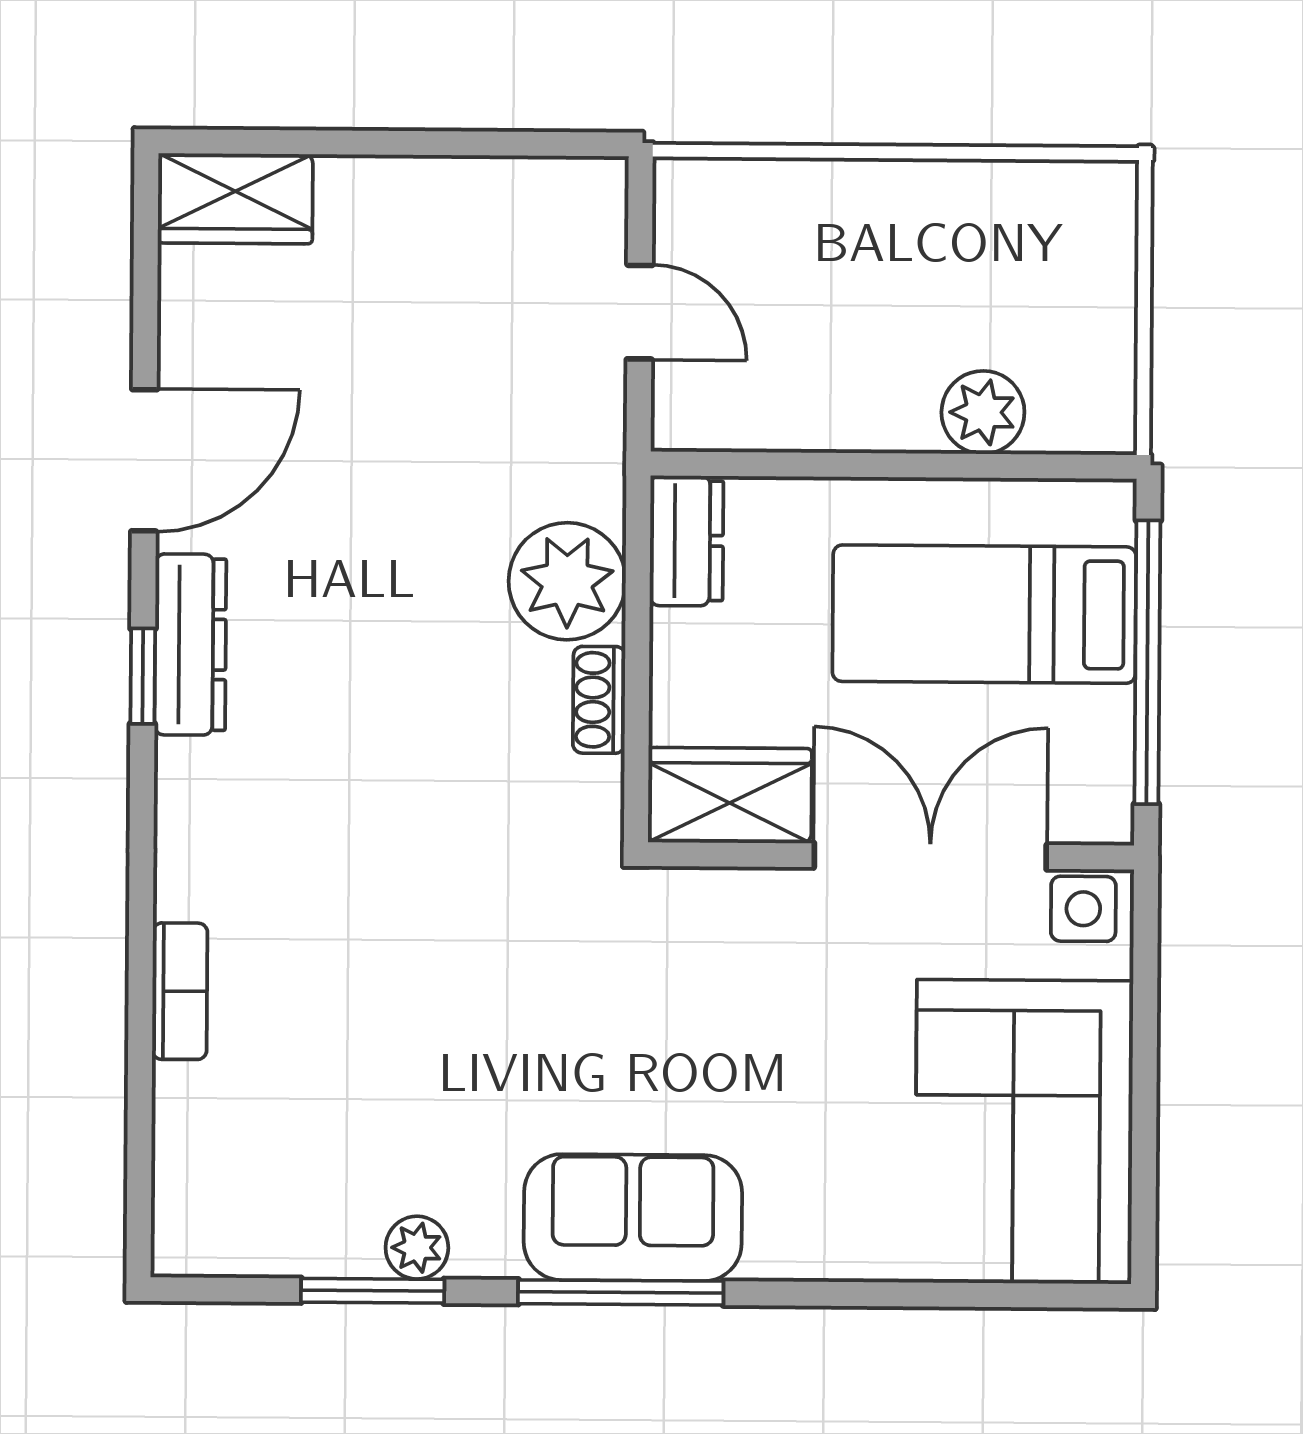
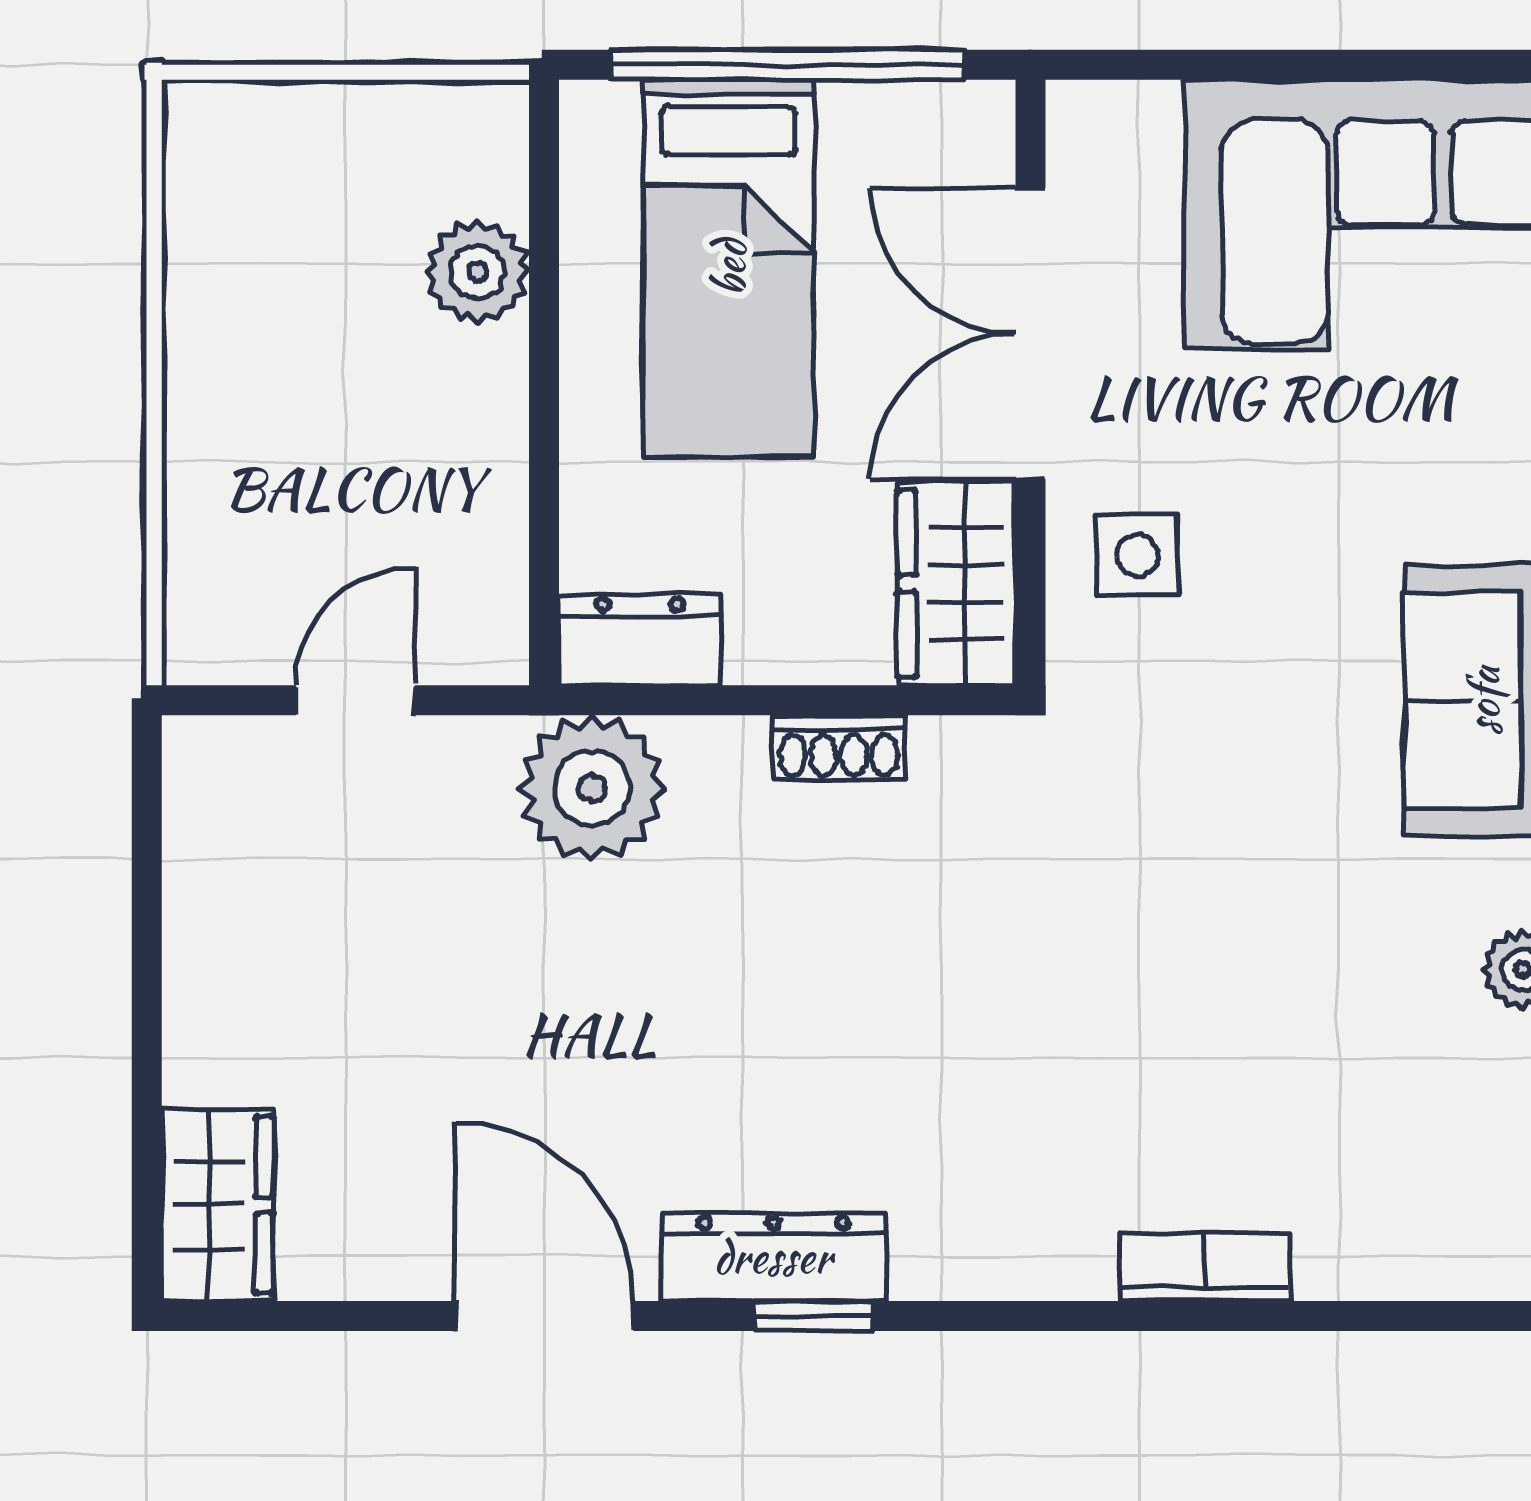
plant: (567, 581) -> (592, 788), moved
side table: (1083, 909) -> (1137, 555), moved

